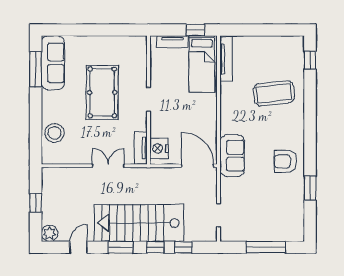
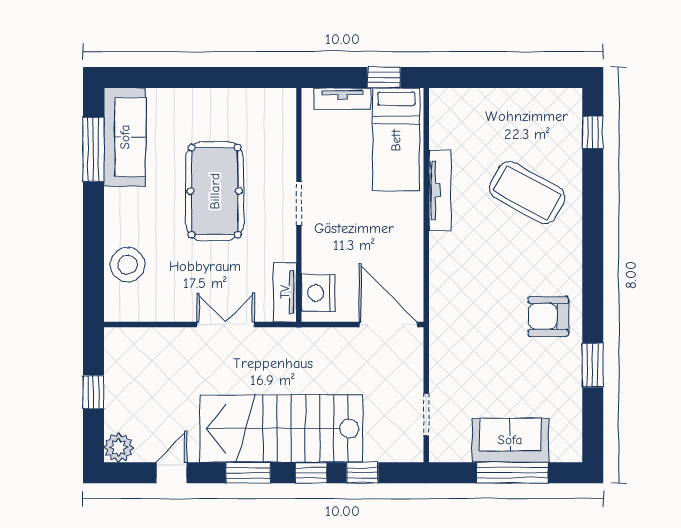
tv unit: (226, 59) -> (440, 190), moved
coffee table: (274, 93) -> (527, 193), turned 35
sofa: (232, 156) -> (510, 440), moved, turned -90

